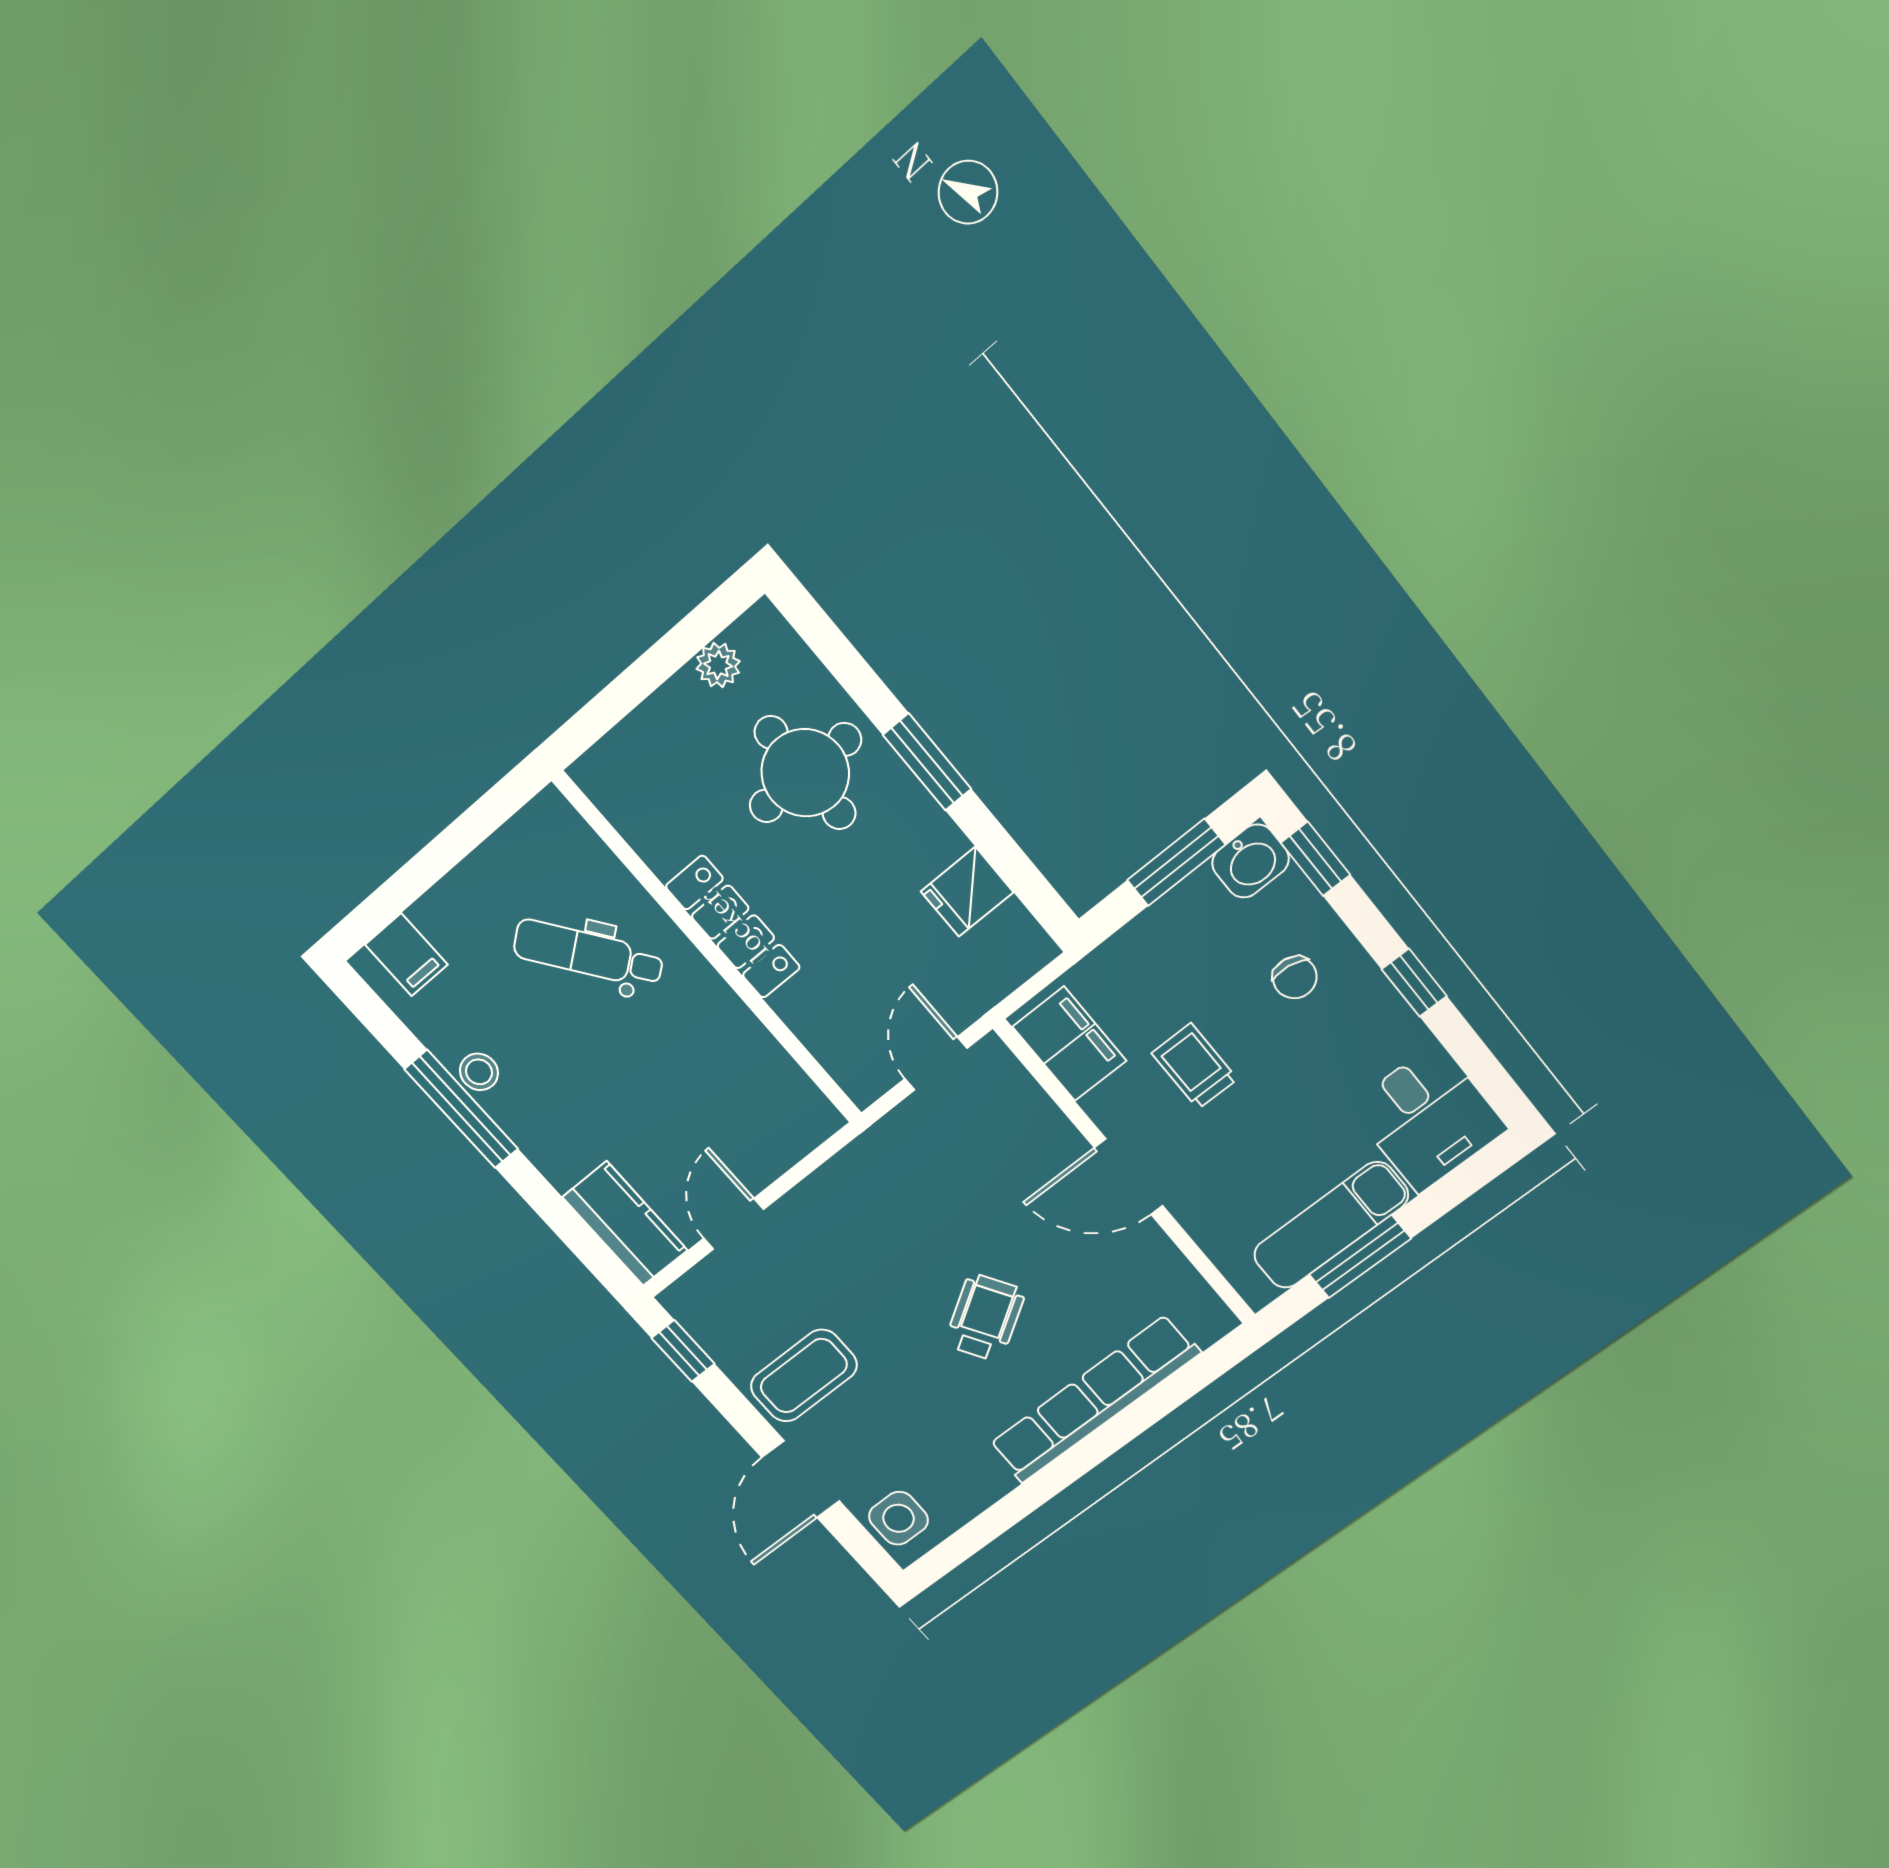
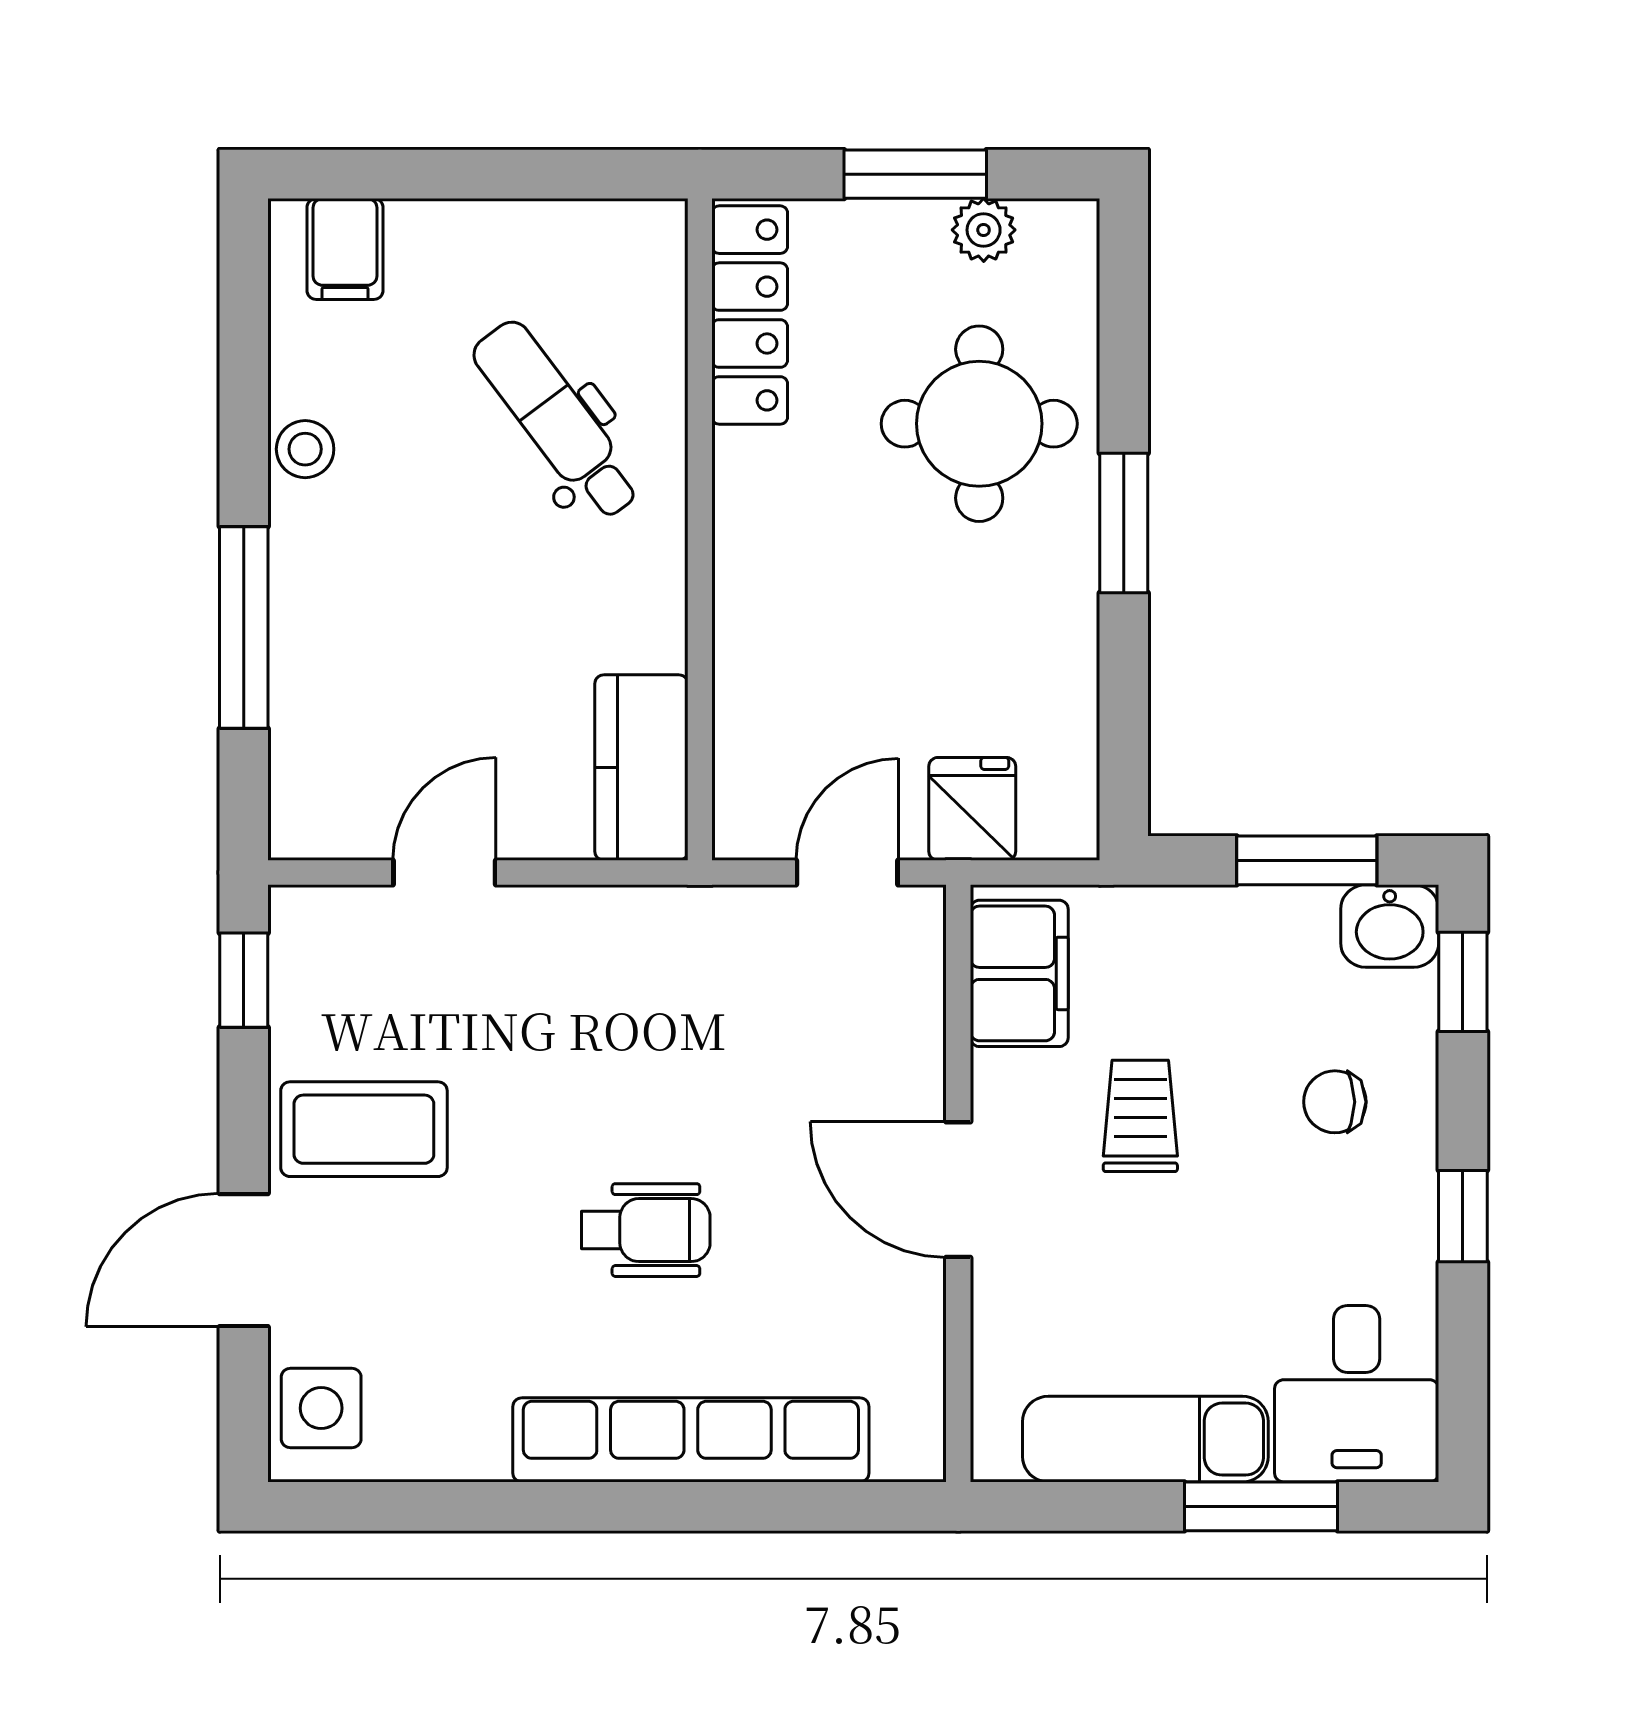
window: (656, 666) -> (915, 174), added
fridge: (967, 892) -> (972, 809), moved, turned 90
locker: (733, 927) -> (750, 315), moved
chair: (1295, 977) -> (1335, 1102), turned 82
window: (461, 1109) -> (244, 628), moved
kitchen counter: (625, 1224) -> (641, 768), moved, turned 180
window: (1360, 1257) -> (1261, 1506), moved
wheelchair: (985, 1318) -> (646, 1230), turned 32

